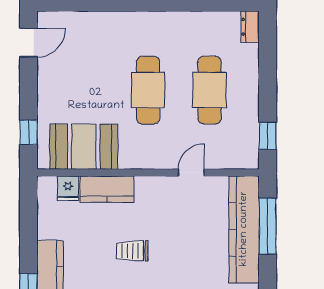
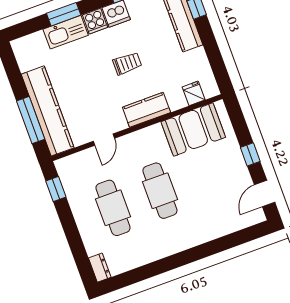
window: (29, 132) -> (250, 154), moved
kitchen counter: (107, 189) -> (146, 110), moved

